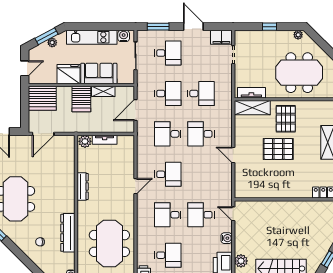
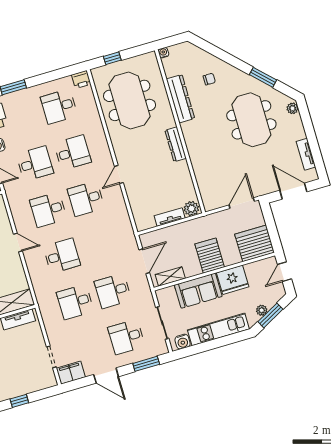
shelving: (103, 91) -> (170, 276), moved
desk: (168, 134) -> (48, 210), moved, turned 180
dresser: (83, 186) -> (176, 144), moved

